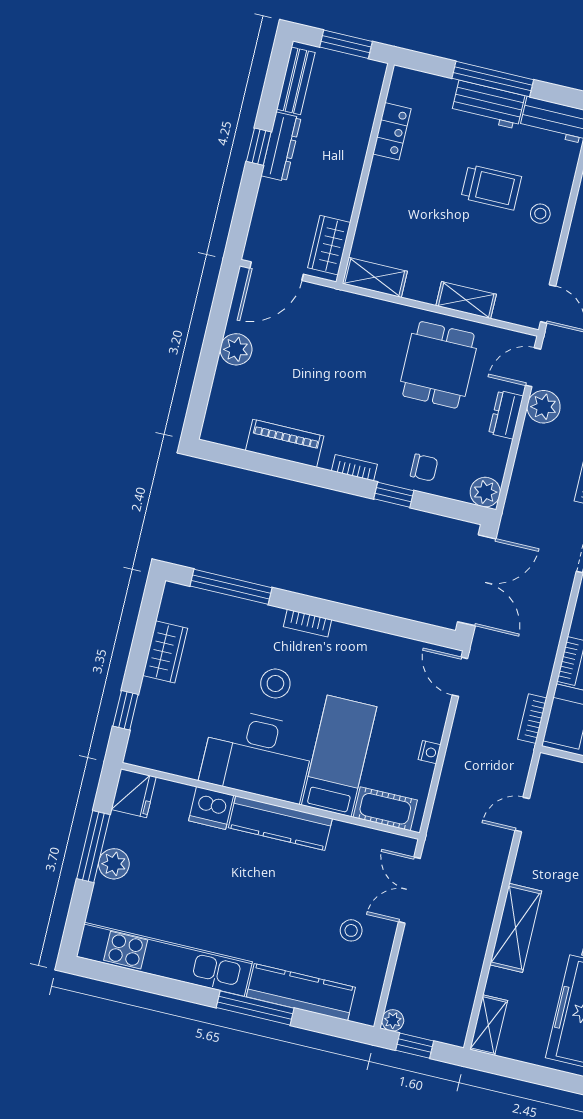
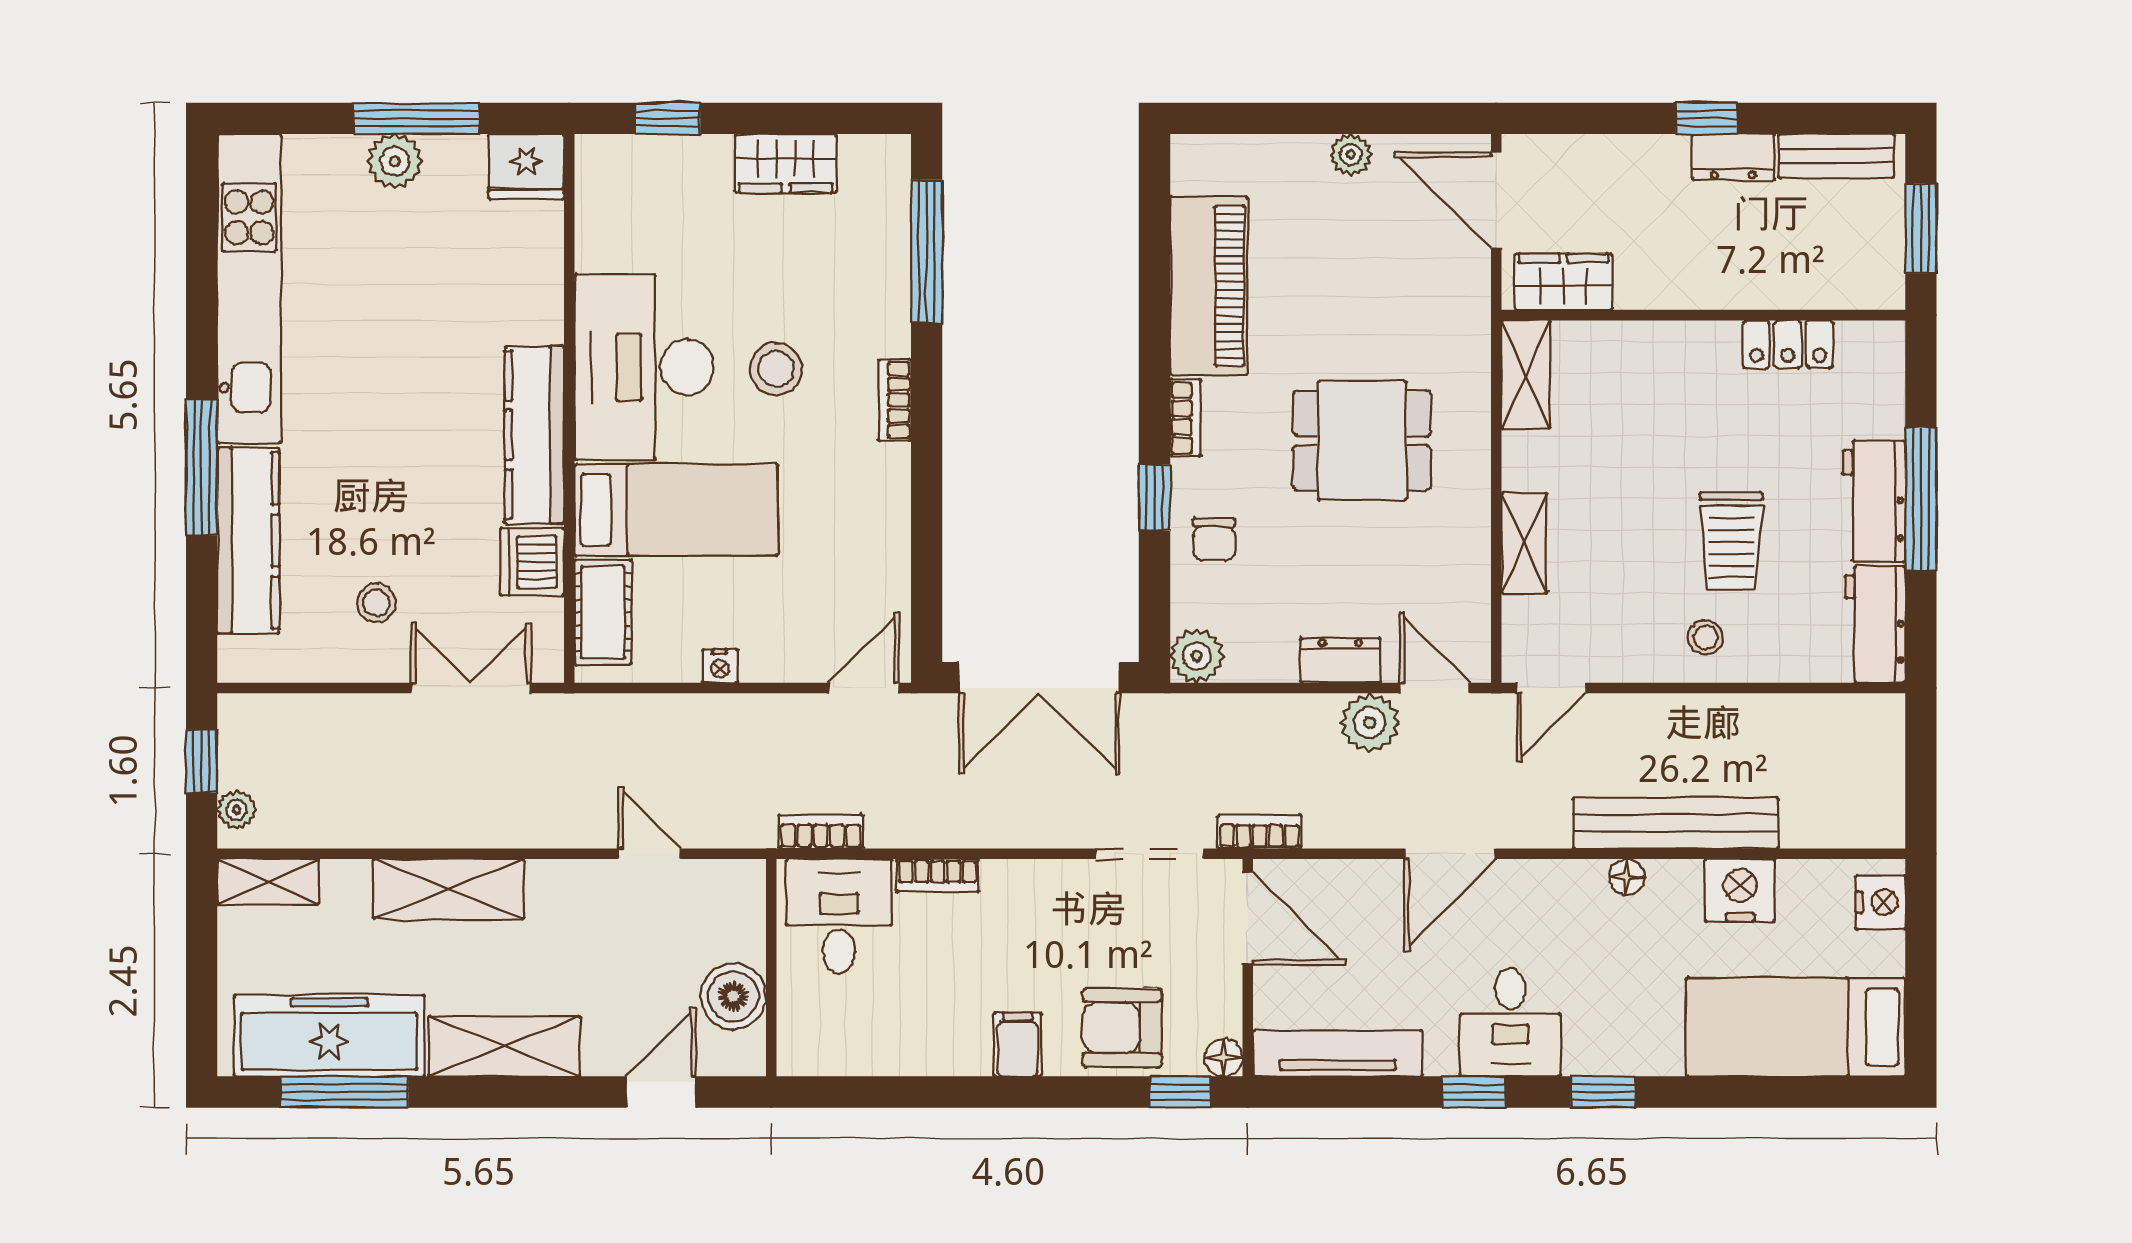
dresser: (281, 147) -> (1733, 157), width x0.70
plant: (236, 349) -> (1351, 155), width x0.73, depth x0.73
dining table: (438, 365) -> (1362, 441), moved
piano: (285, 443) -> (1209, 286), width x1.37, depth x1.33
dishwasher: (211, 808) -> (532, 562), moved
plant: (393, 1020) -> (237, 810), moved

